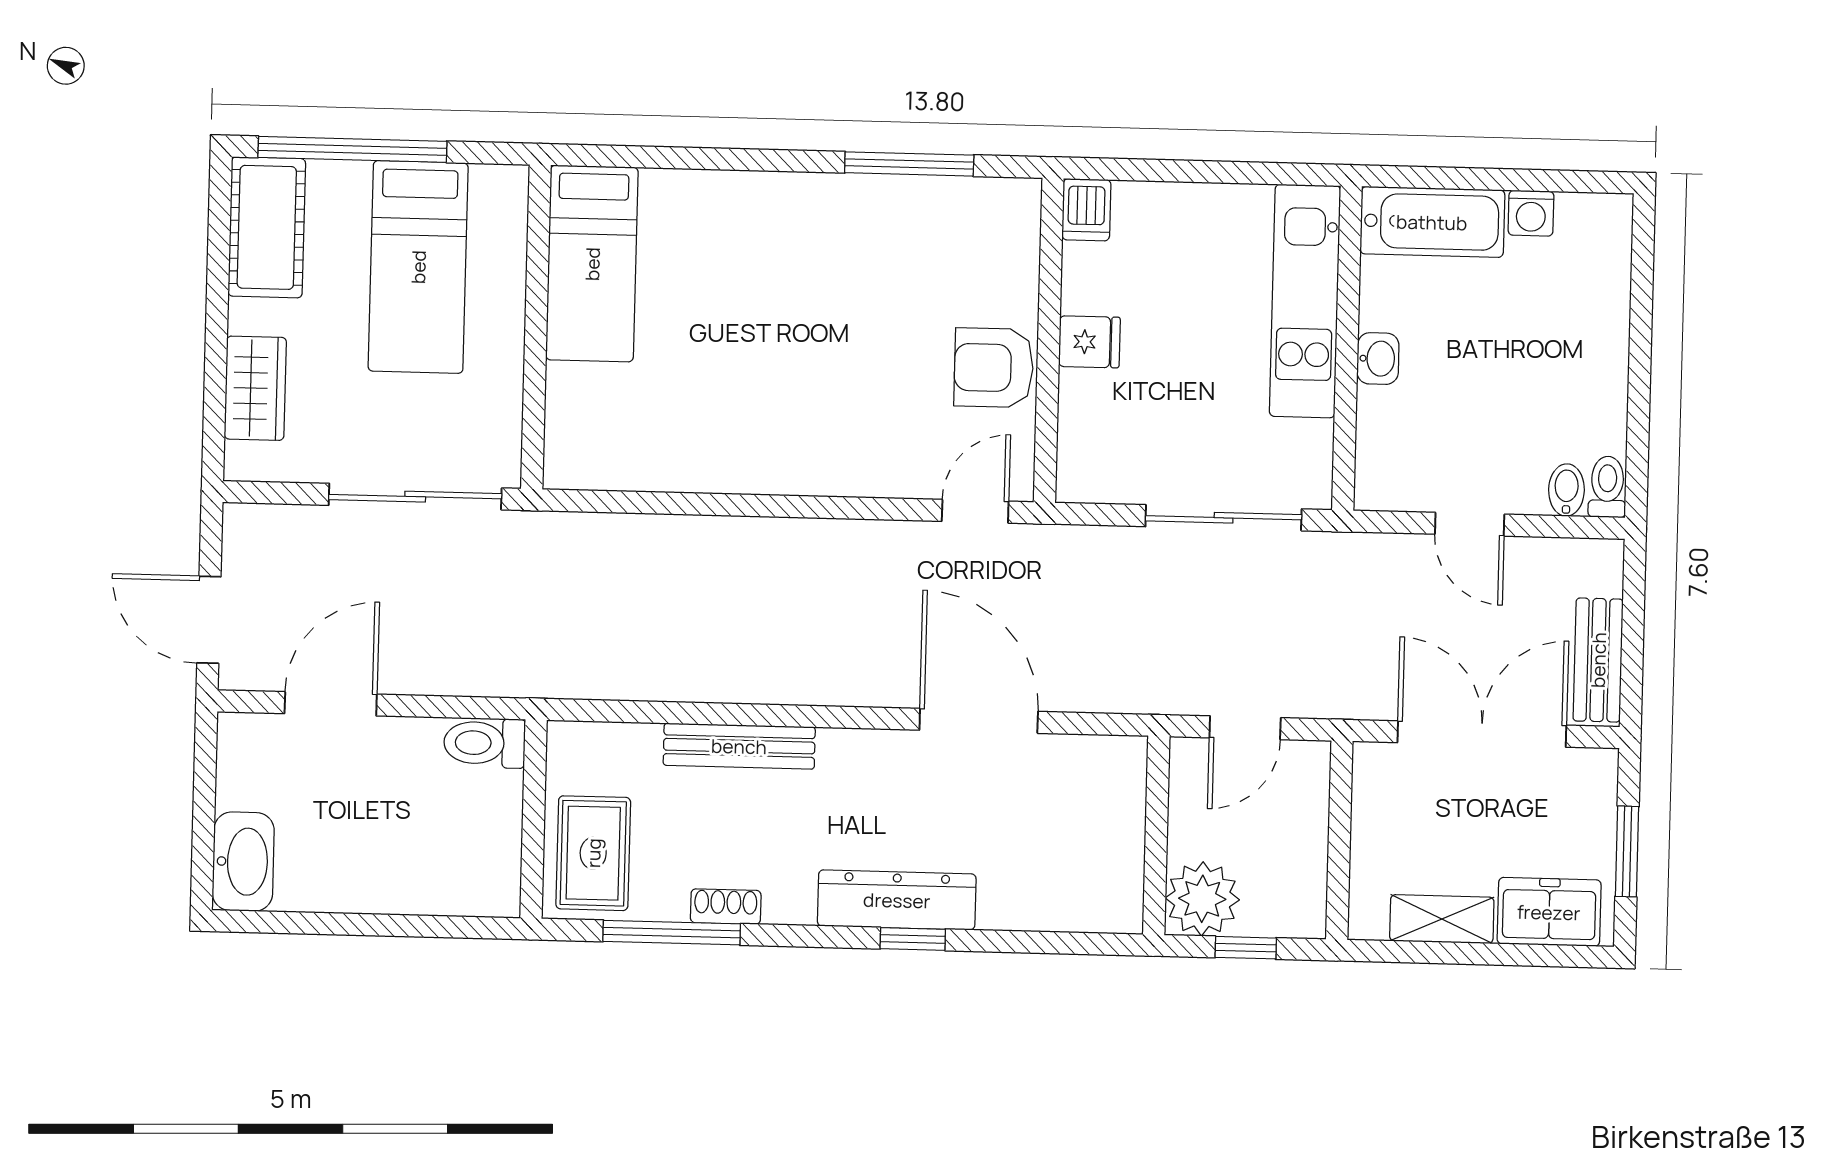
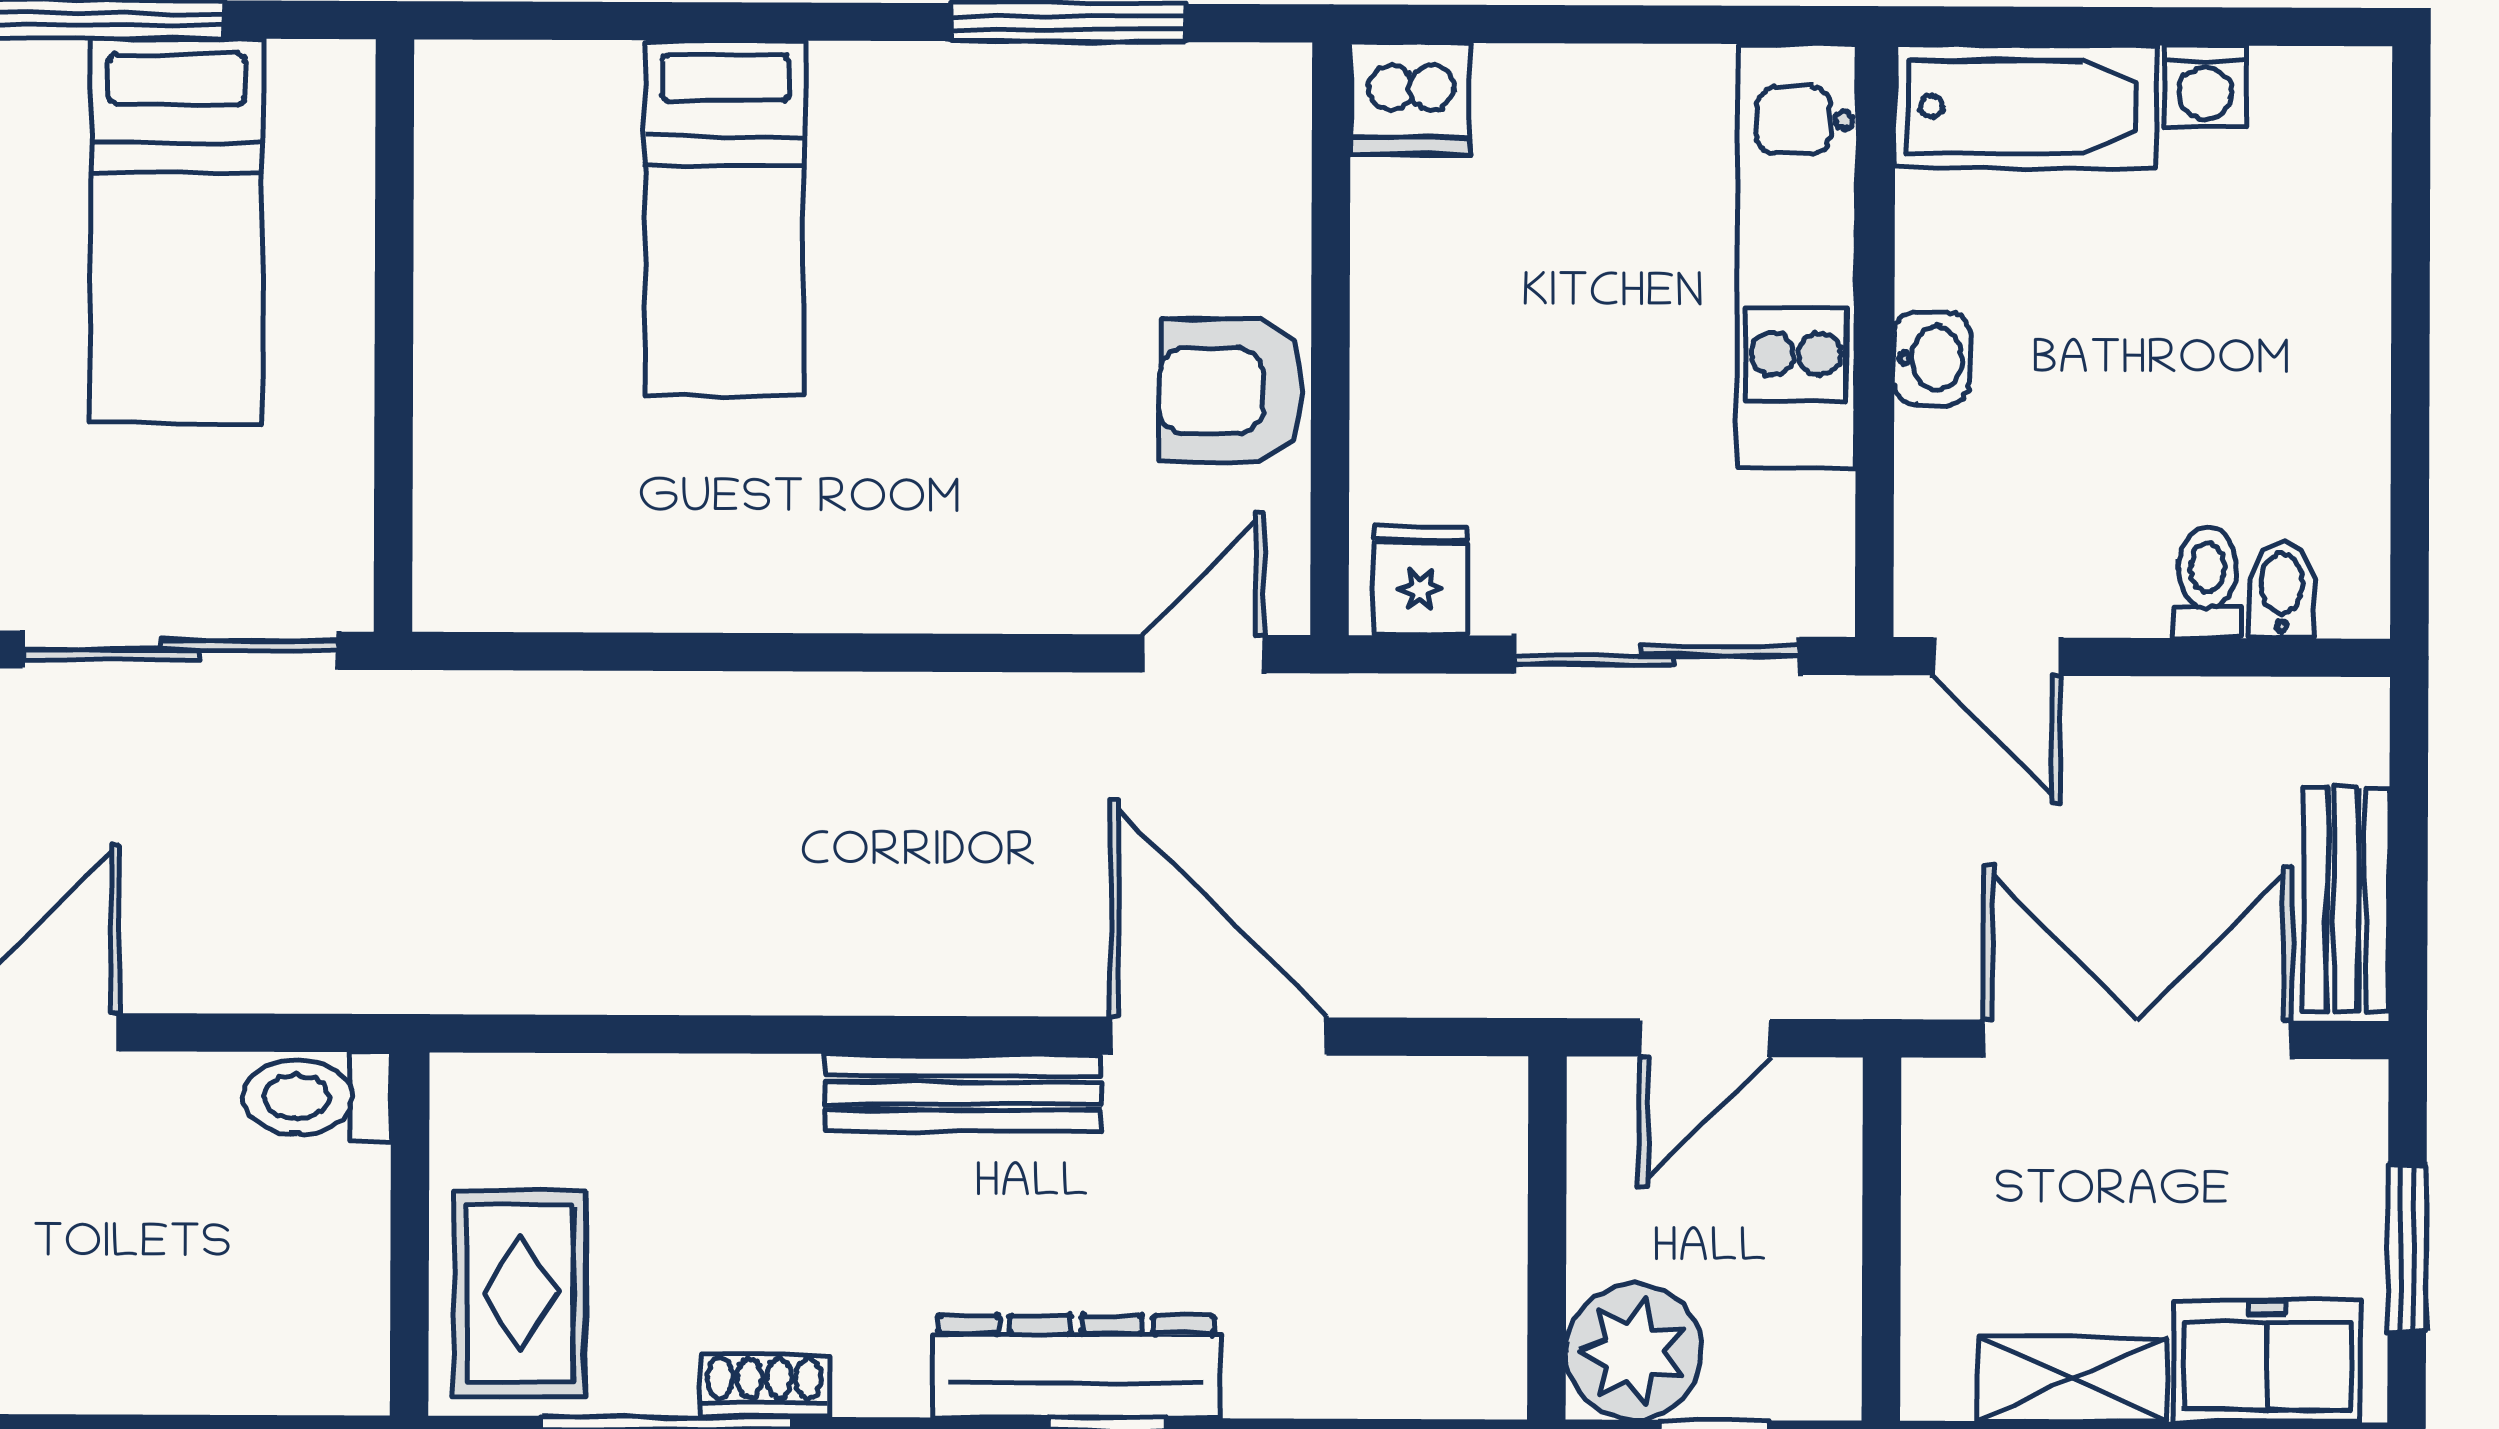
dishwasher: (1086, 210) -> (1410, 99), width x1.38
bed: (592, 264) -> (725, 218), moved
fridge: (1089, 342) -> (1420, 580), moved, turned -90
toilet: (1607, 487) -> (2207, 582), moved
door: (1470, 524) -> (1997, 657), moved
bench: (739, 746) -> (963, 1093), moved

